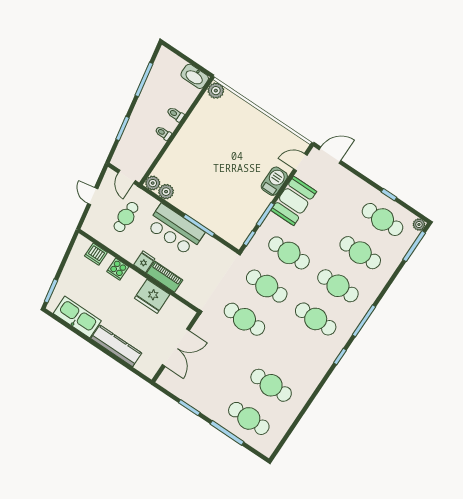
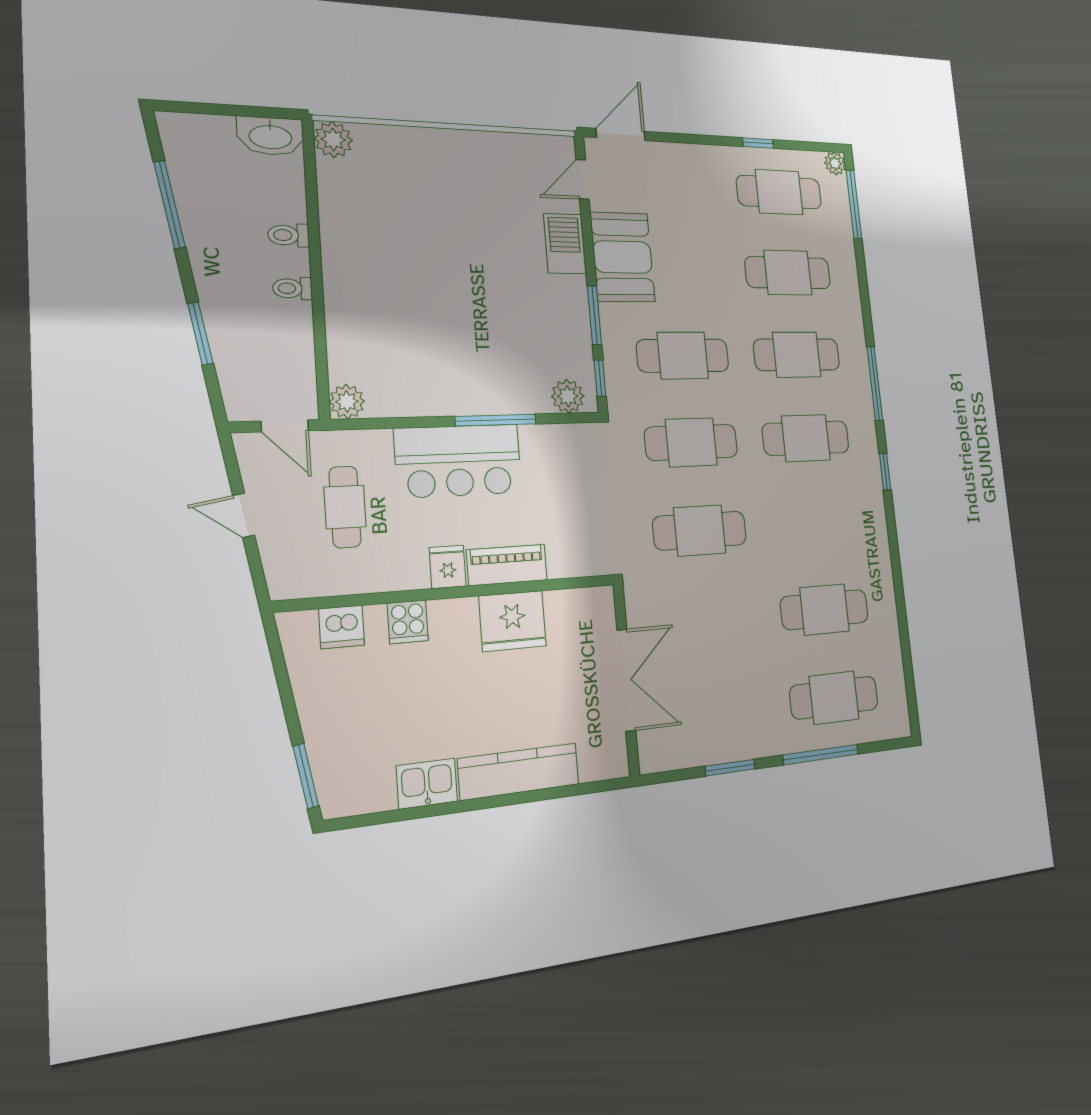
plant: (166, 192) -> (568, 396), moved
kitchen sink: (77, 317) -> (427, 784), width x0.53, depth x0.81

